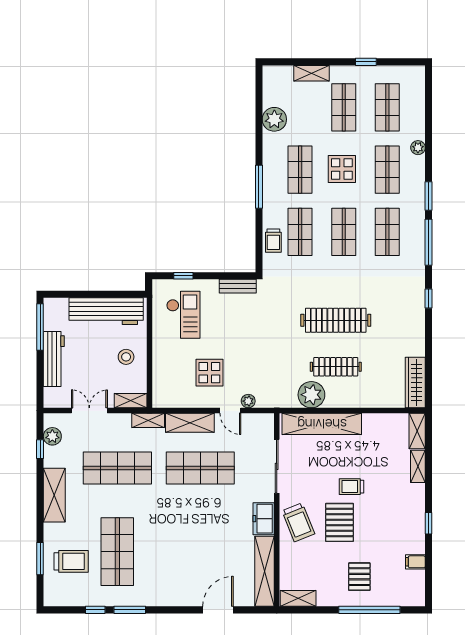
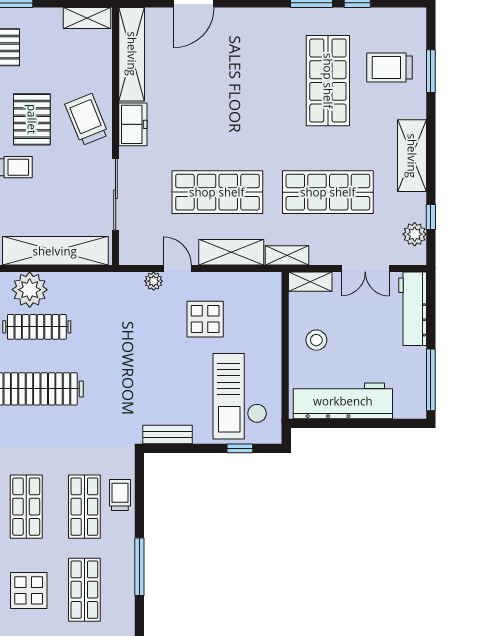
checkout: (183, 315) -> (240, 396), width x1.36, depth x1.21
workbench: (54, 359) -> (413, 309), moved
plant: (311, 395) -> (30, 290), moved

